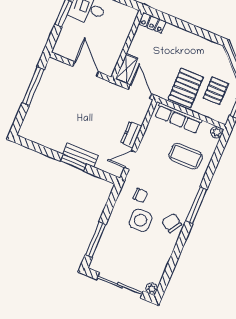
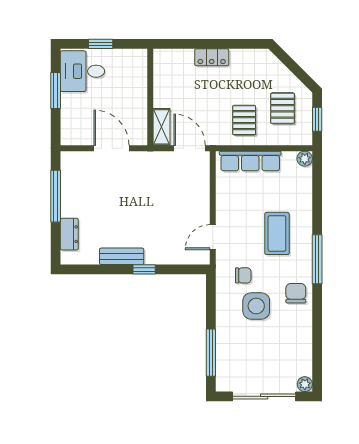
locker: (153, 23) -> (212, 57), moved
pallet: (186, 88) -> (244, 120), width x0.67, depth x0.71
dresser: (131, 135) -> (69, 234), moved, turned 180
bench: (80, 155) -> (122, 256), moved
coffee table: (186, 156) -> (277, 233), moved, turned 90
window: (73, 163) -> (144, 269), width x0.67
chair: (172, 223) -> (296, 293), turned 57

